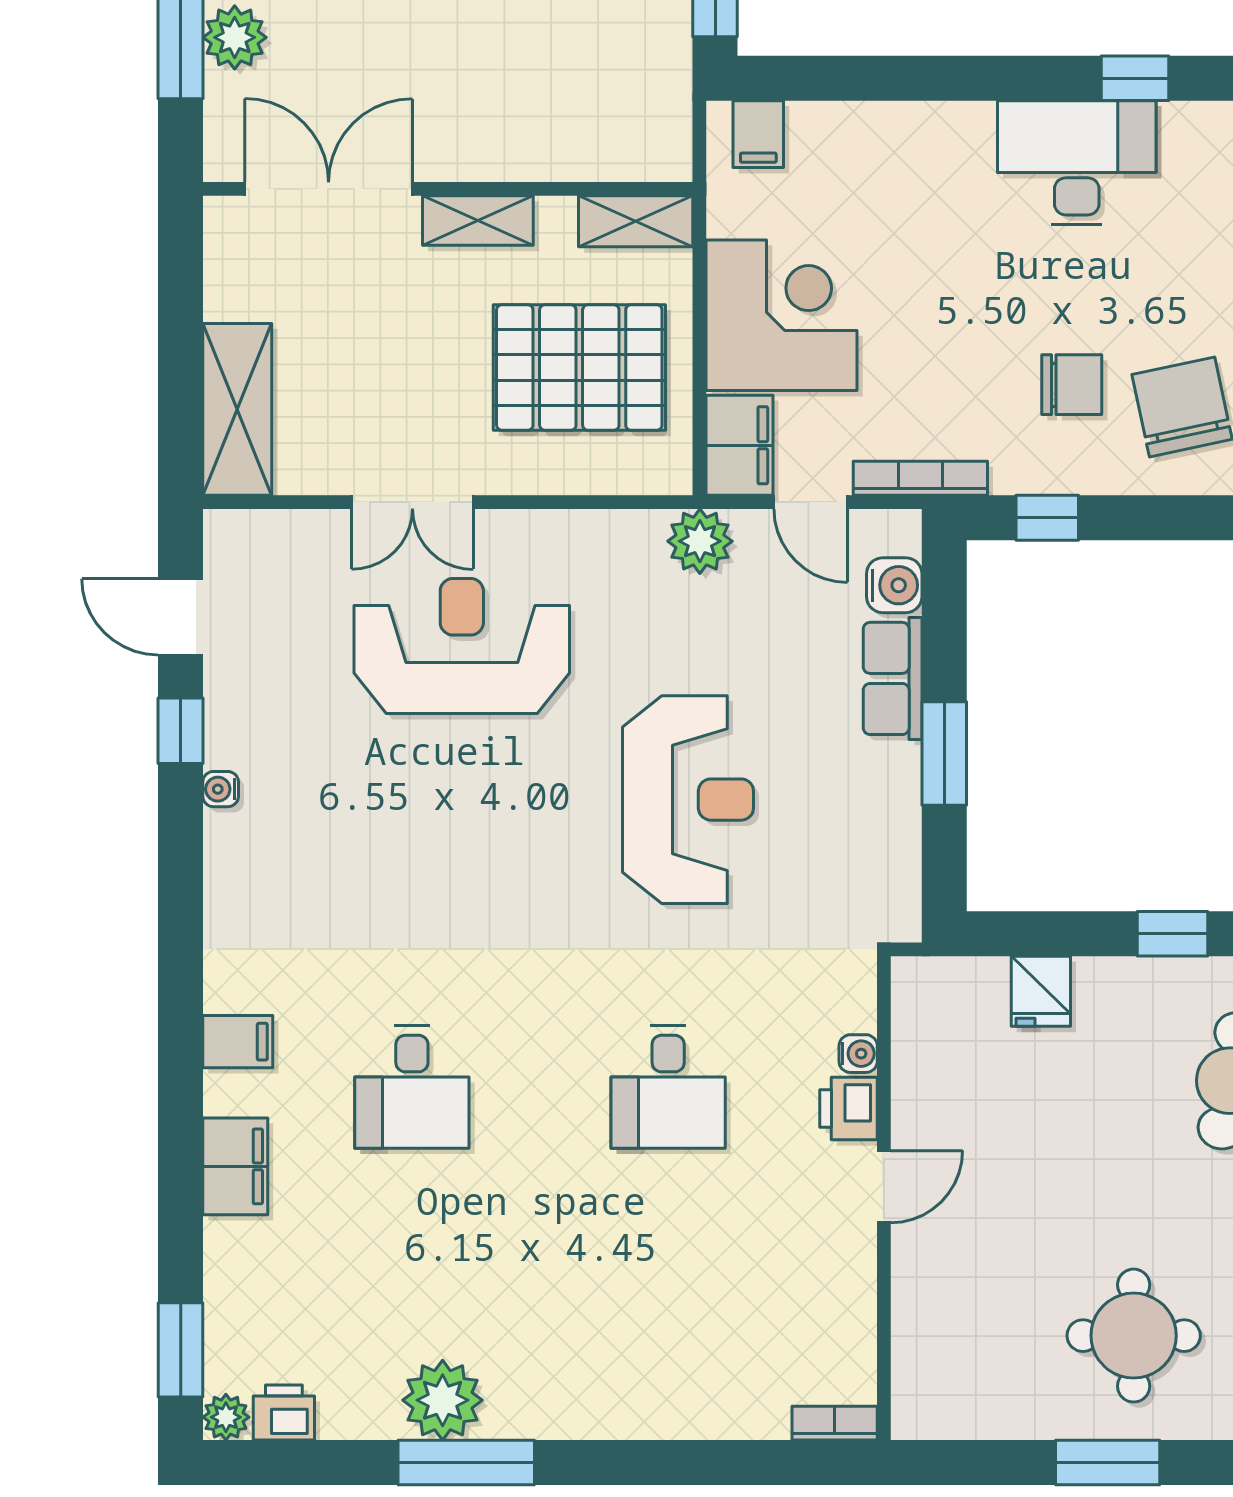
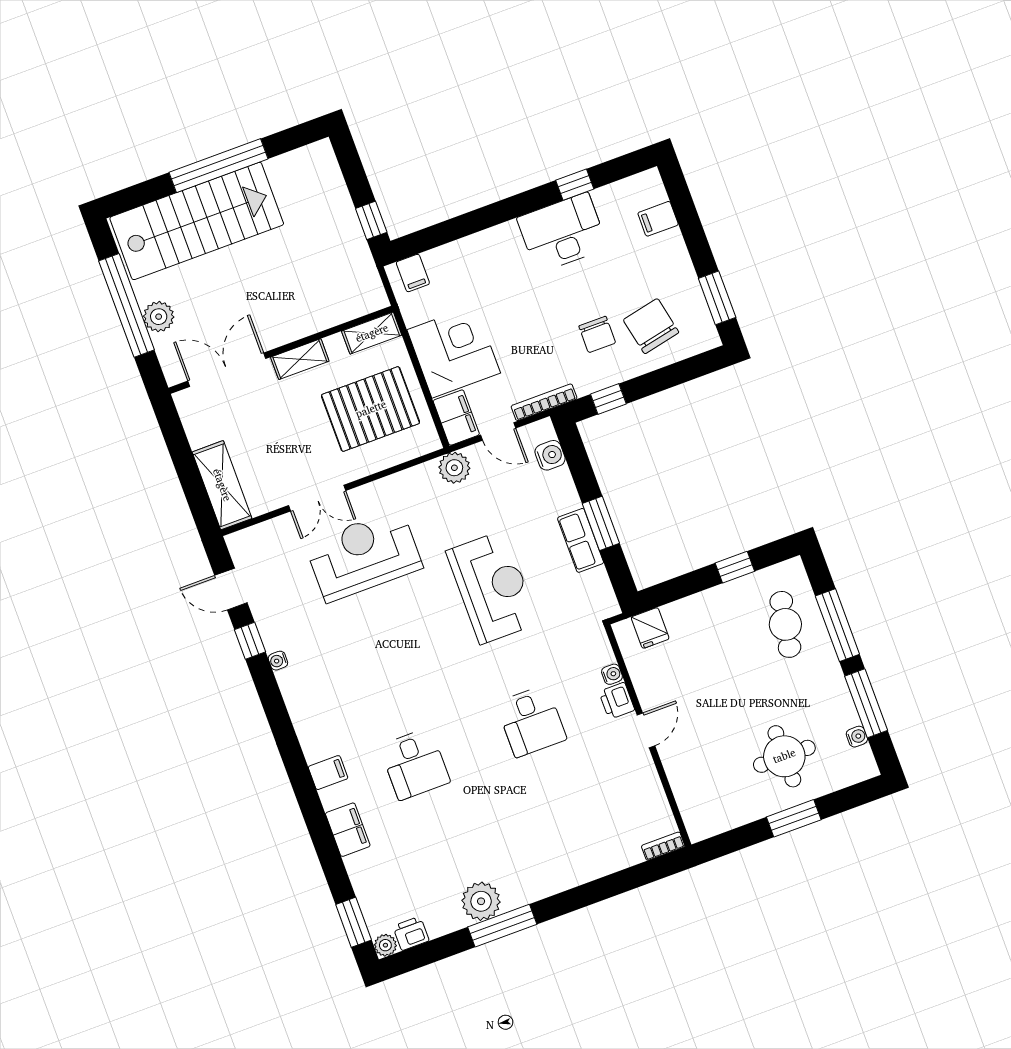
chair: (1072, 385) -> (597, 334), turned 90
row of seats: (893, 678) -> (581, 540), moved
fridge: (1041, 991) -> (650, 628), moved

